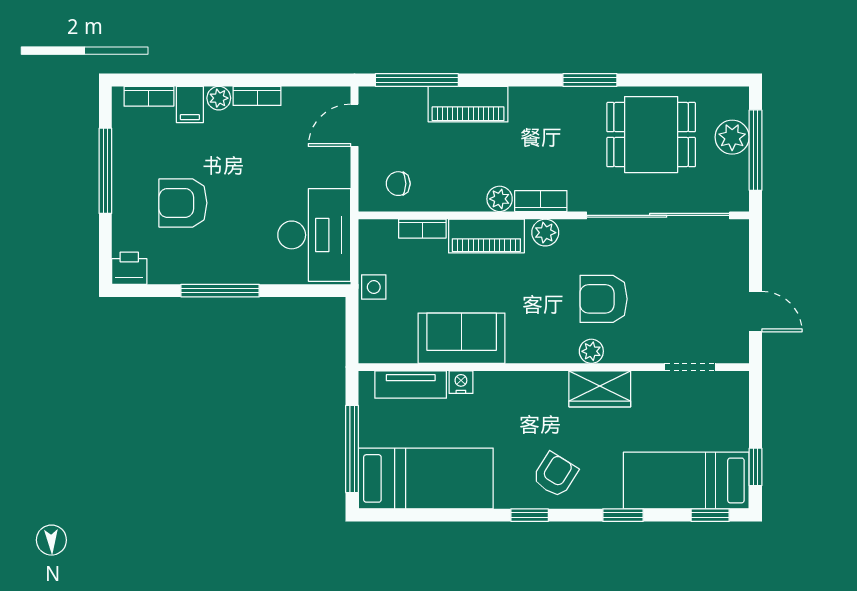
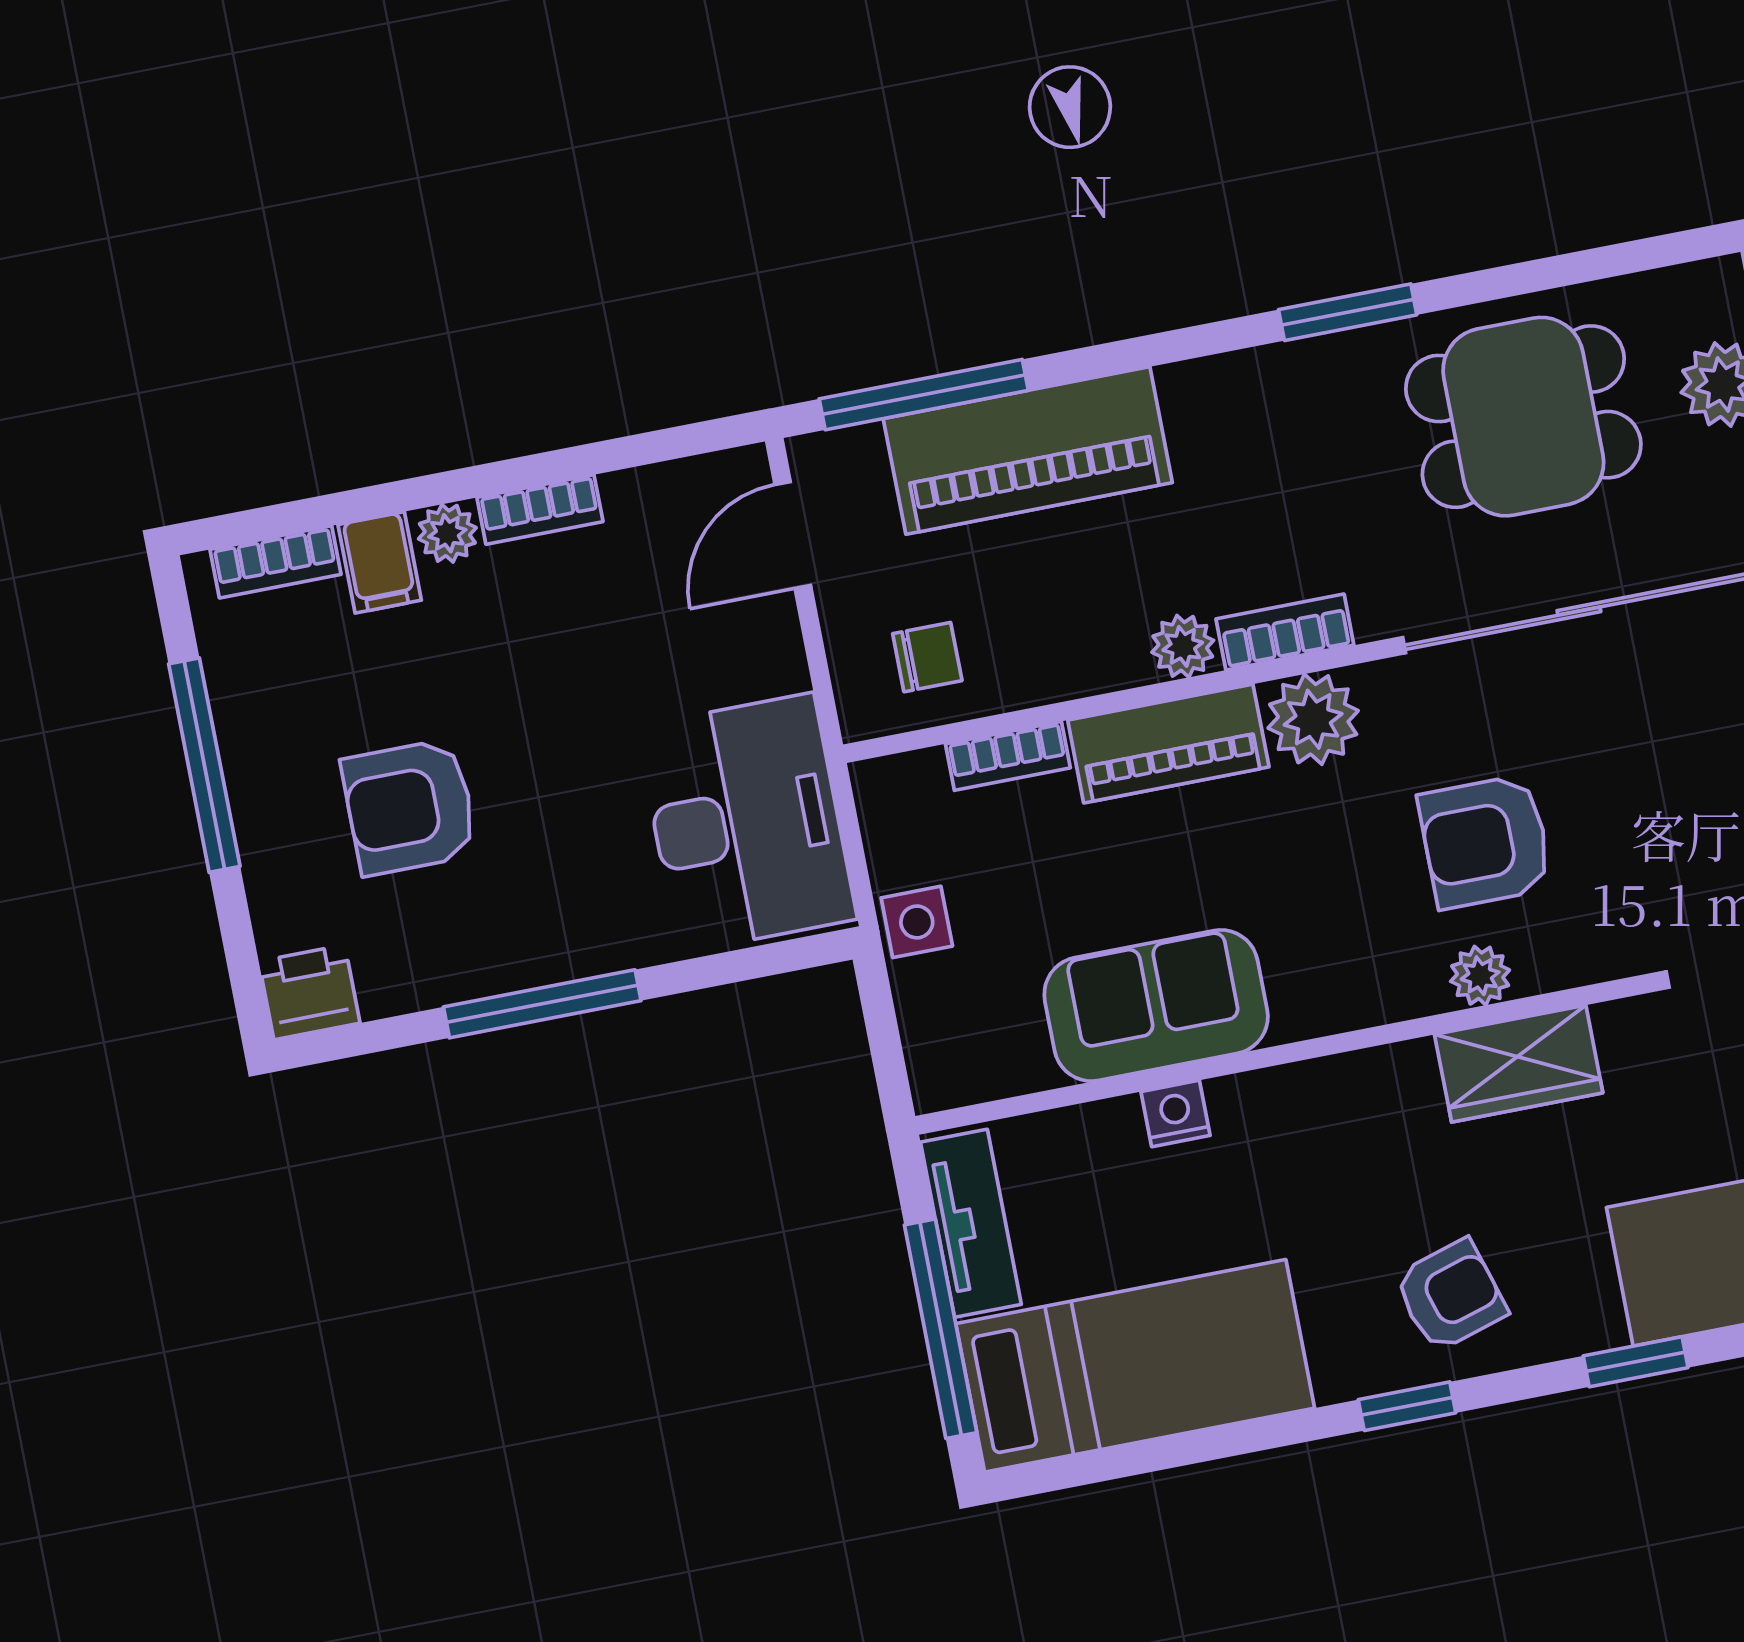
piano: (468, 104) -> (1028, 451), width x1.37, depth x1.33
chair: (398, 184) -> (927, 657), turned 180
plant: (545, 233) -> (1313, 719), width x1.38, depth x1.38
tv unit: (411, 385) -> (971, 1223), moved, turned -90
armchair: (555, 475) -> (1450, 1295), turned 41

